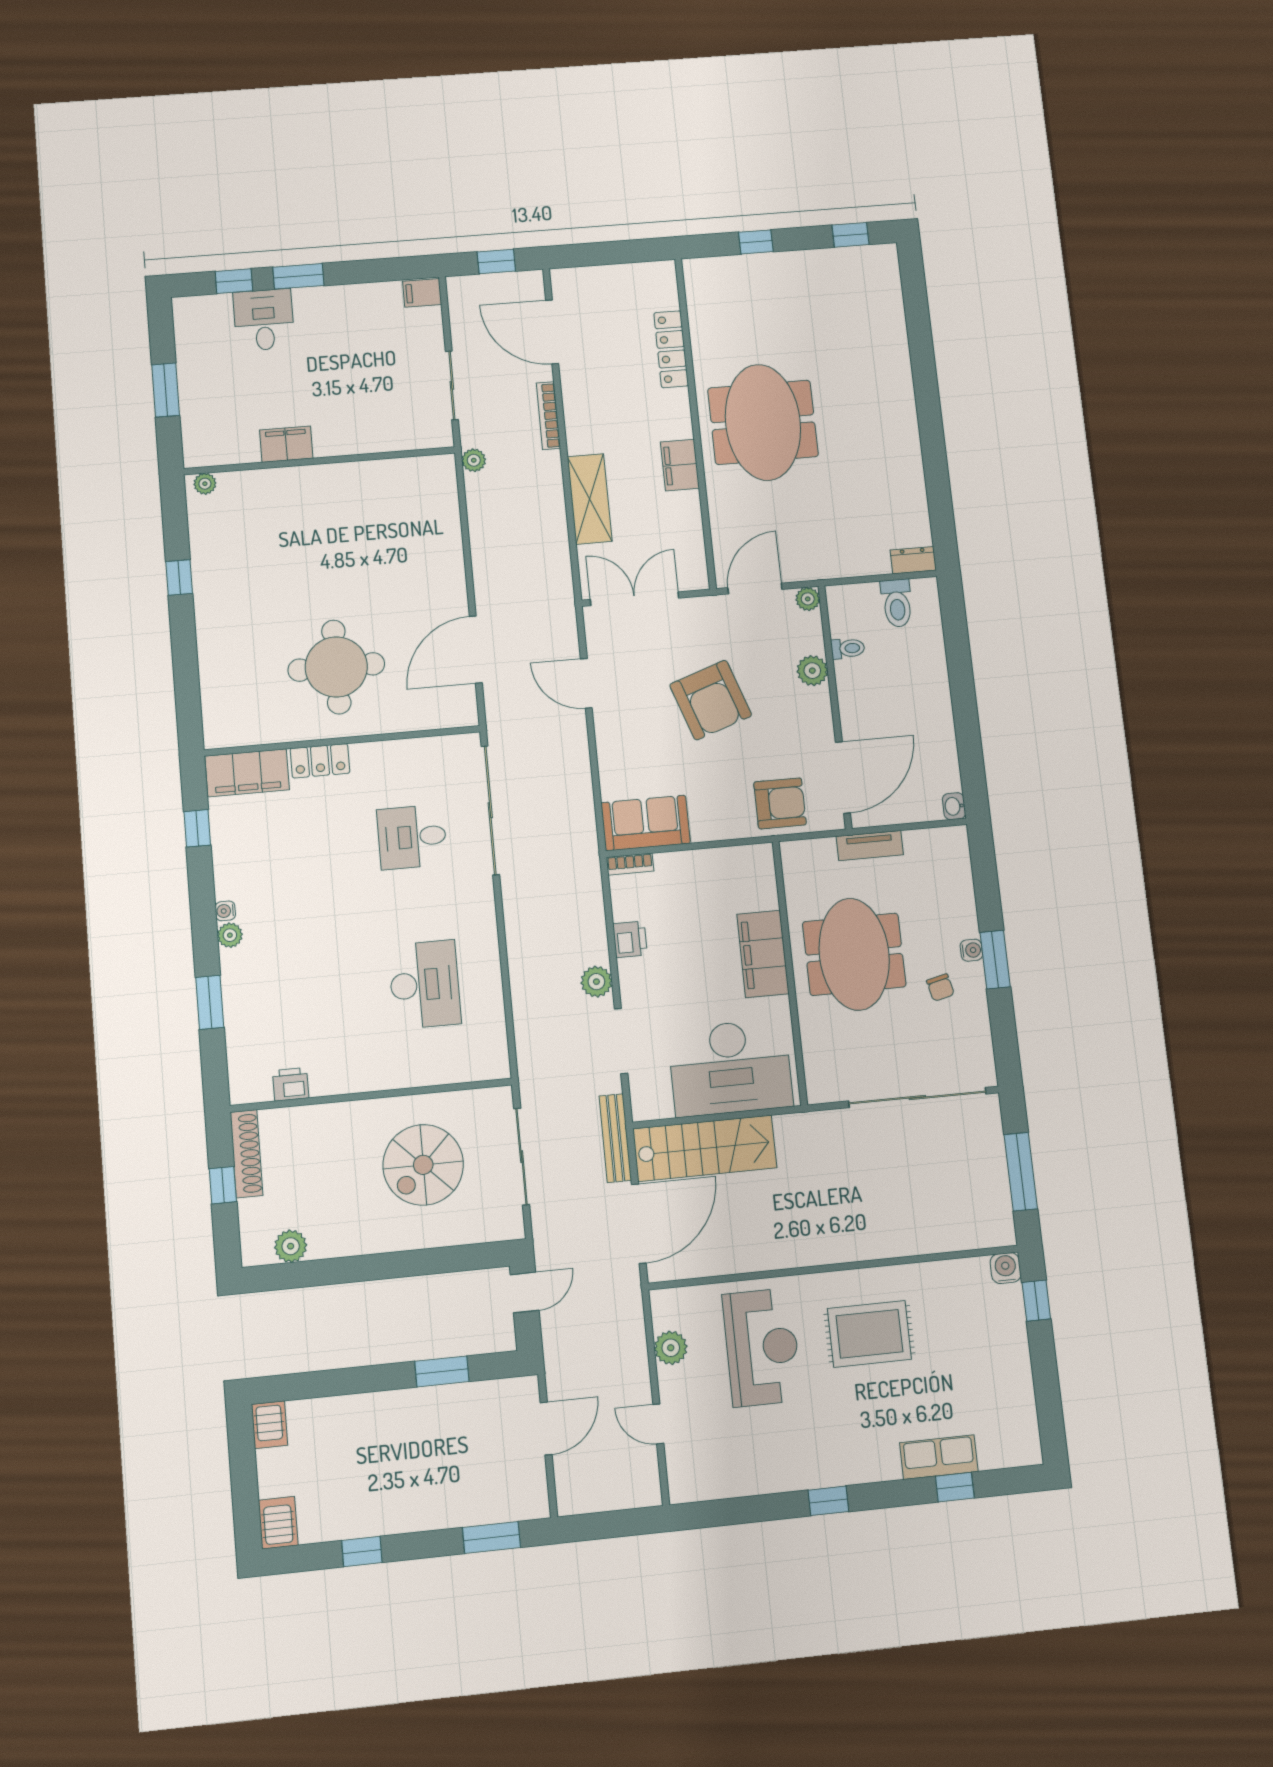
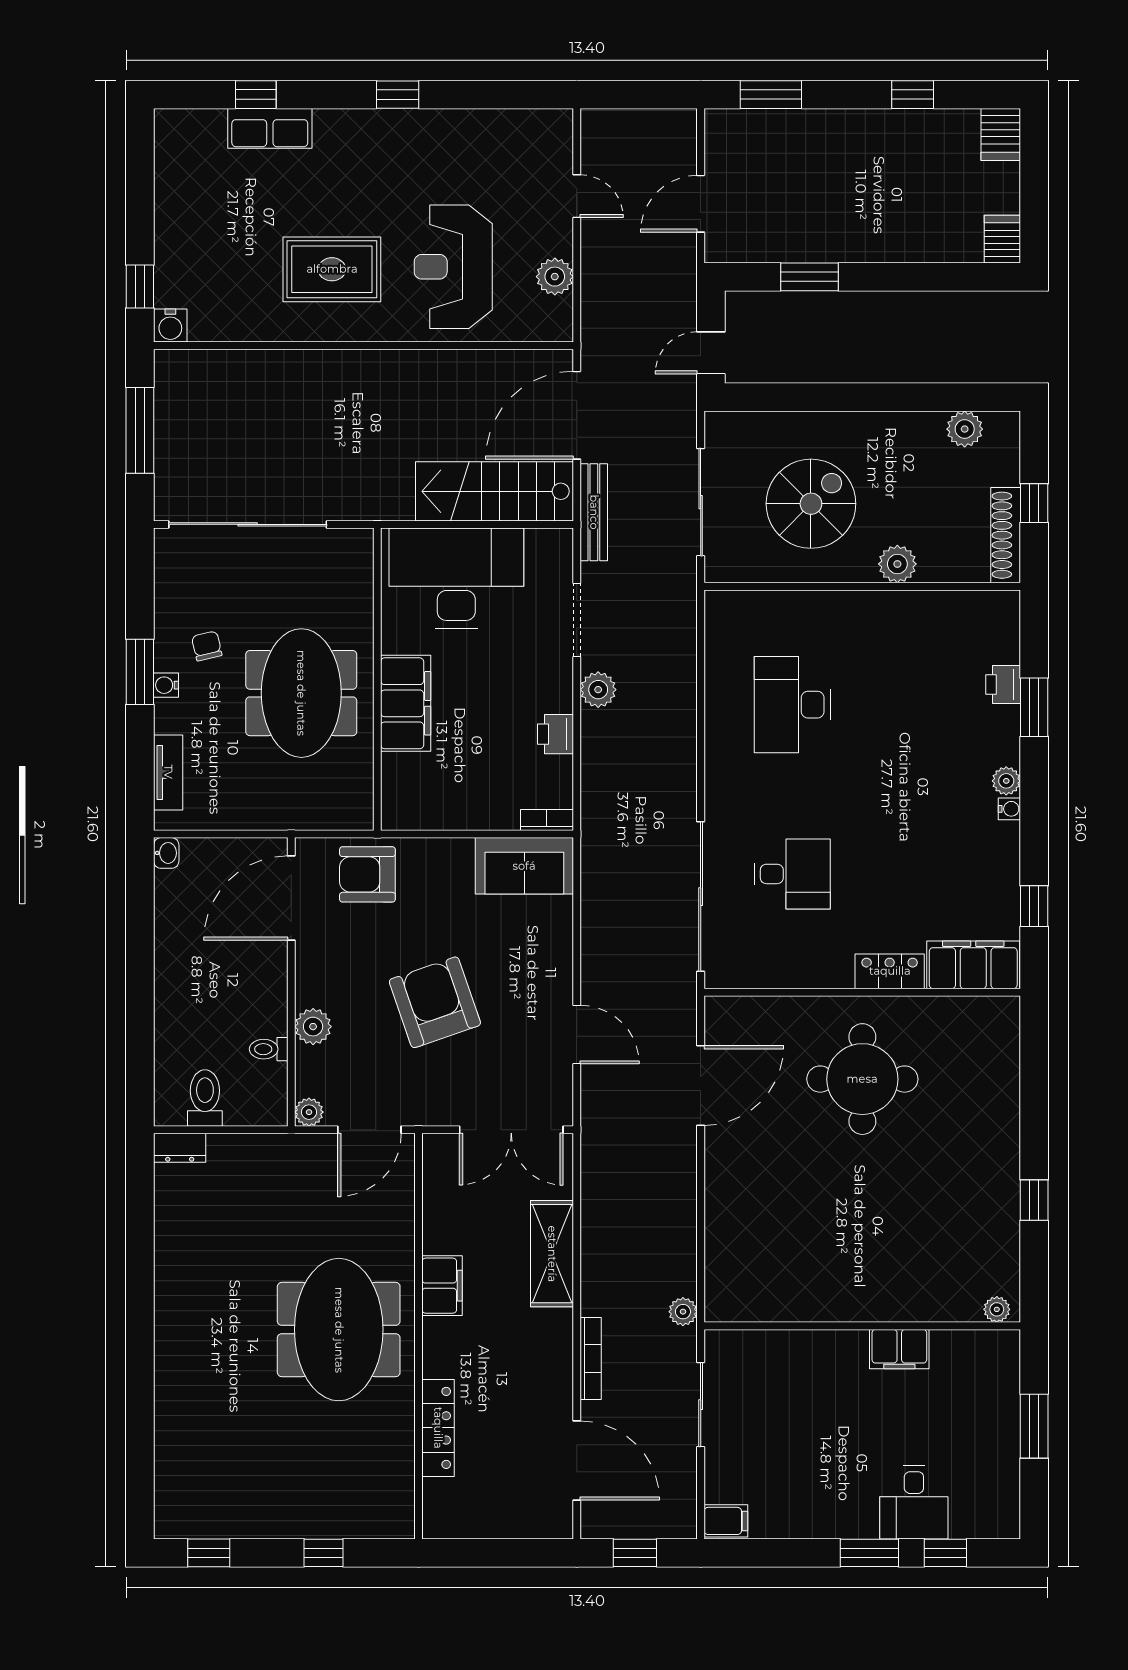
tv unit: (870, 846) -> (168, 772), moved, turned 90
printer: (291, 1084) -> (1003, 685), moved, turned 90
plant: (342, 1118) -> (897, 564), added

